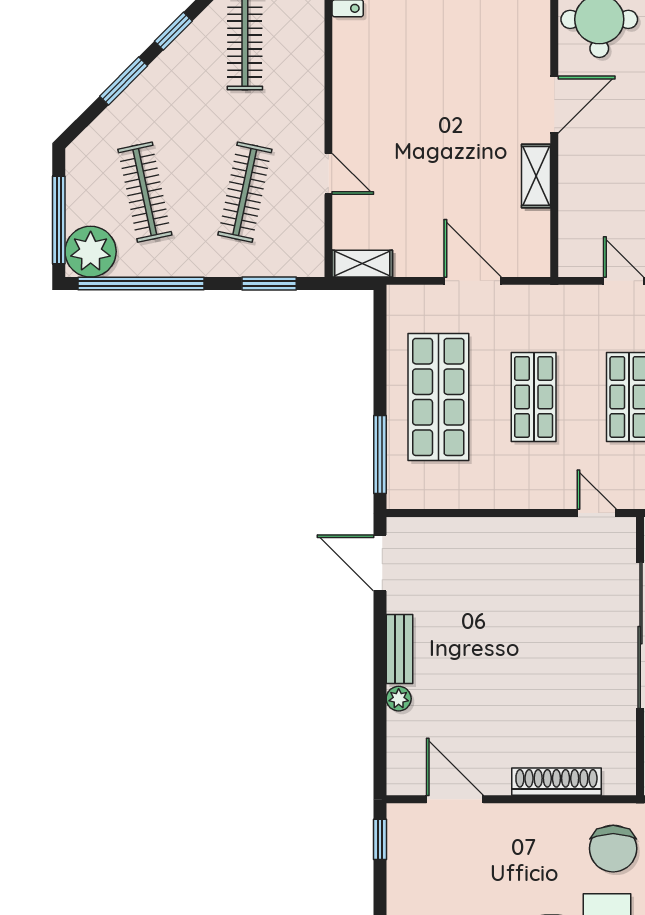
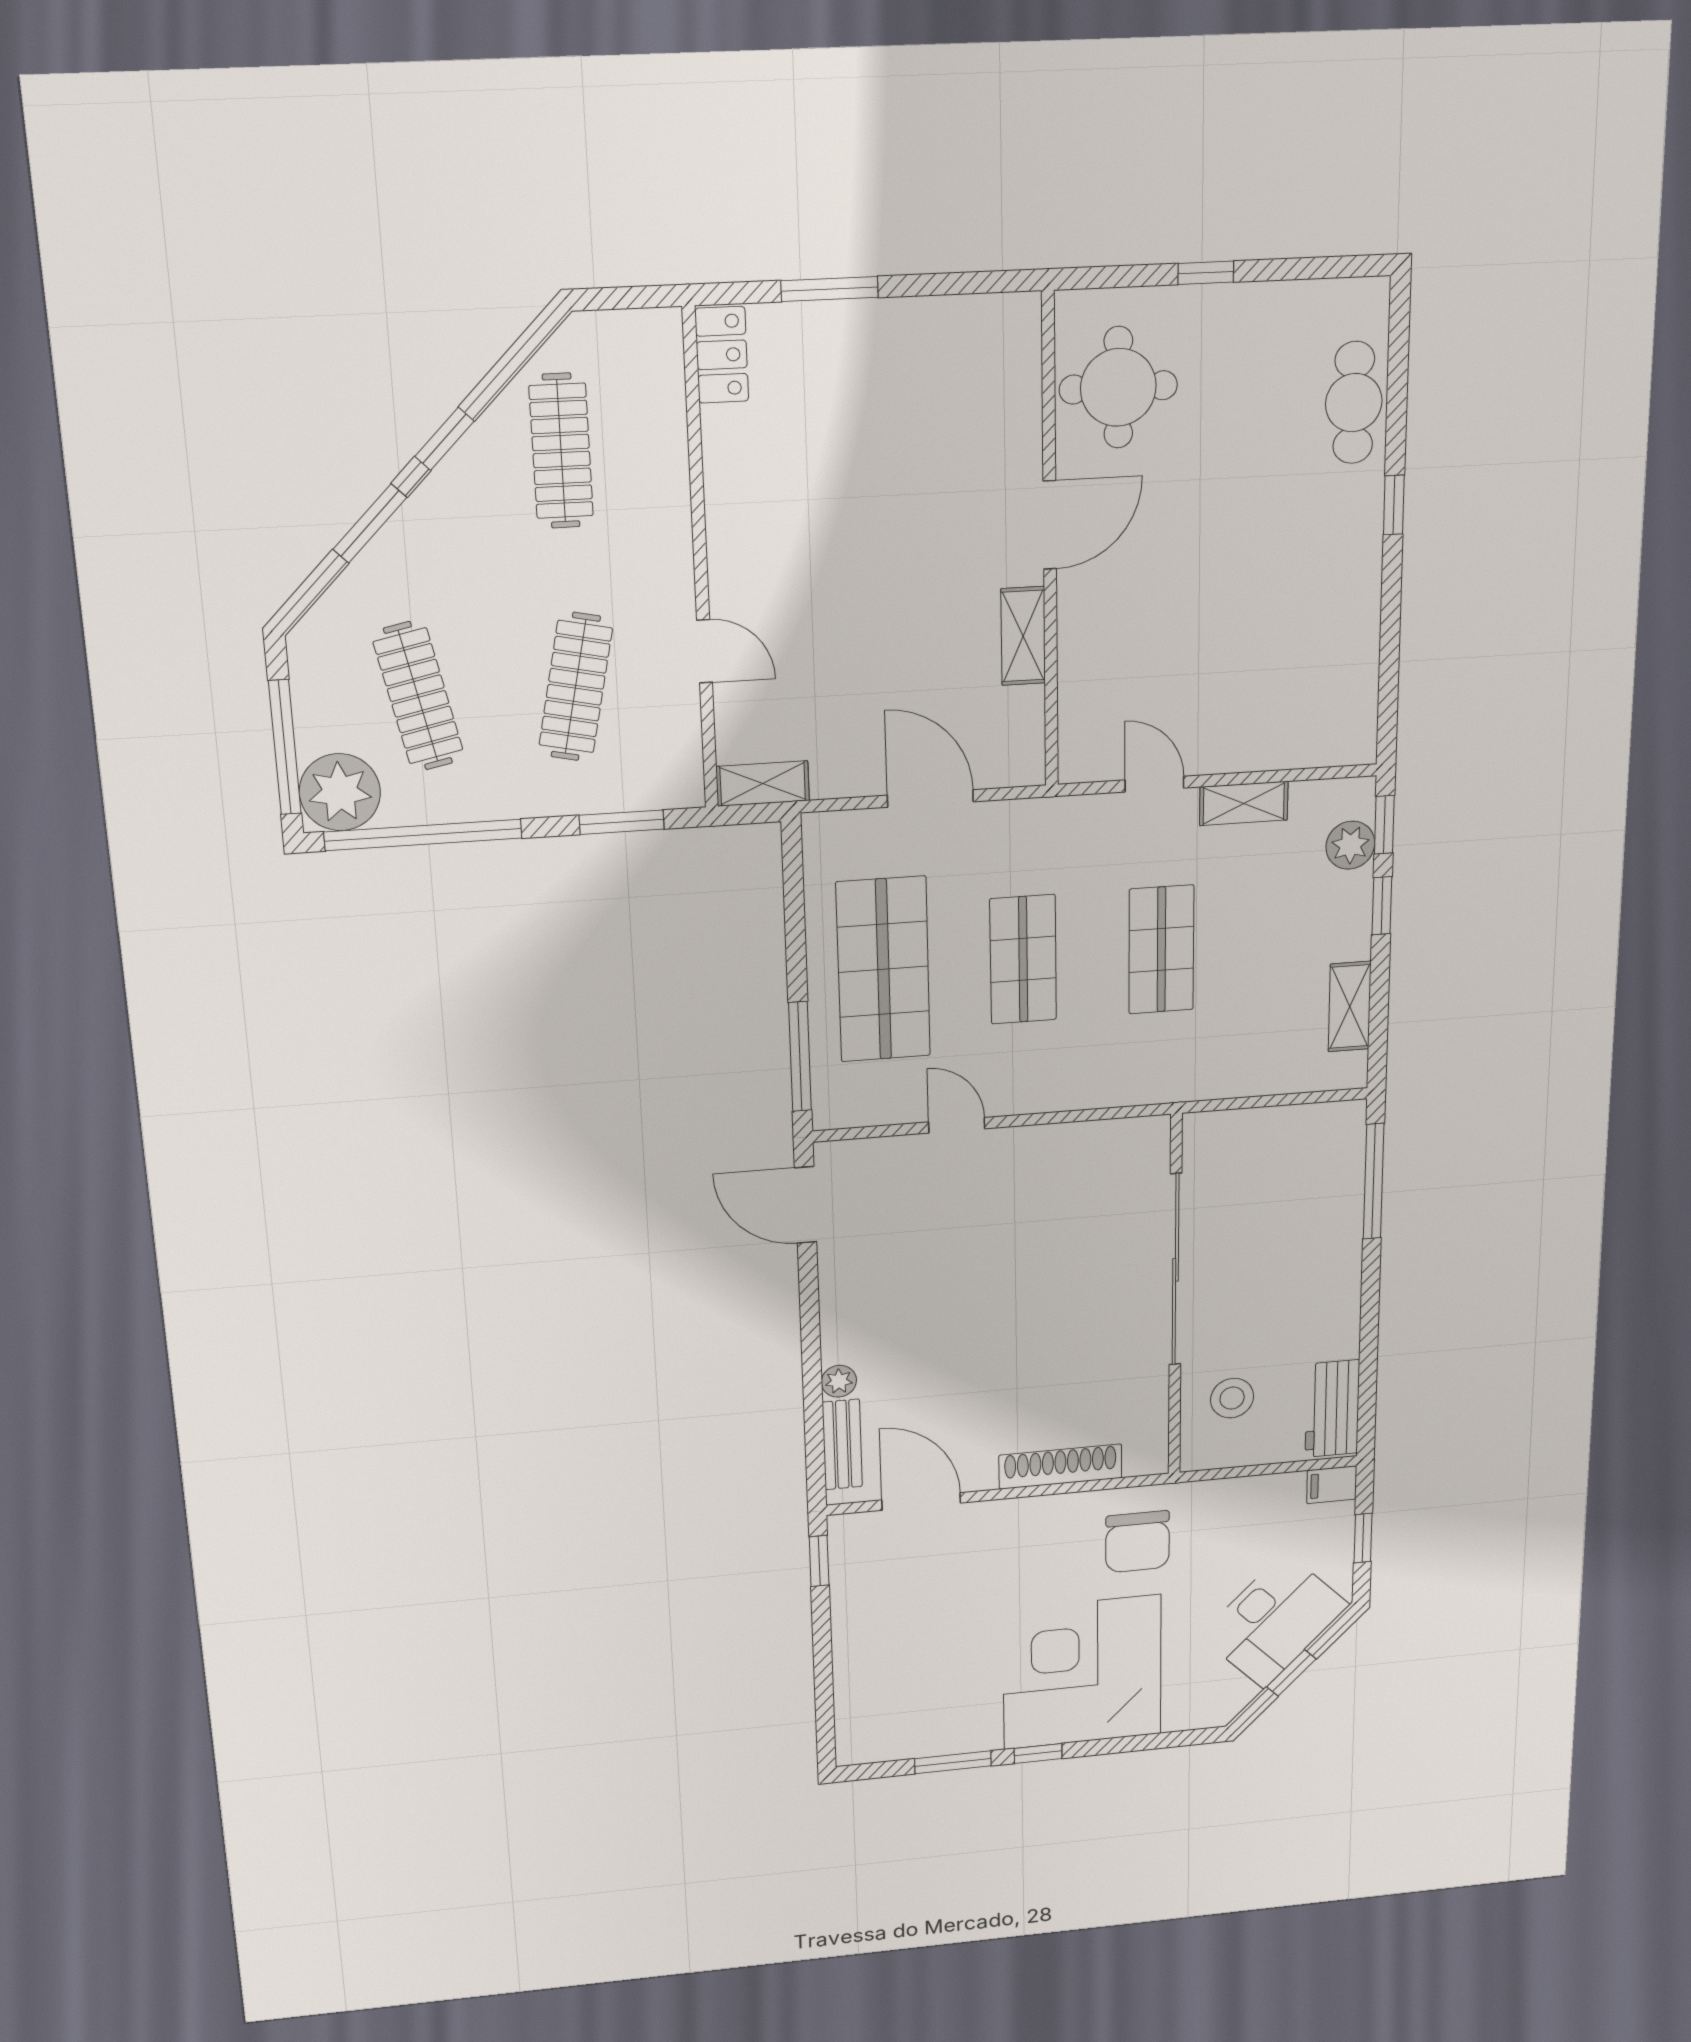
door: (597, 513) -> (957, 1125), moved
bench: (399, 649) -> (842, 1444), moved

